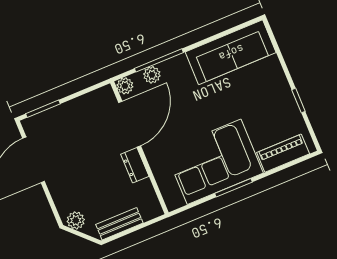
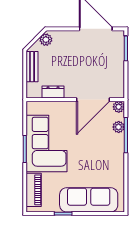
sofa: (231, 52) -> (89, 200), moved, turned 90
door: (130, 124) -> (93, 100), hinge flipped
dresser: (135, 165) -> (53, 92), moved

